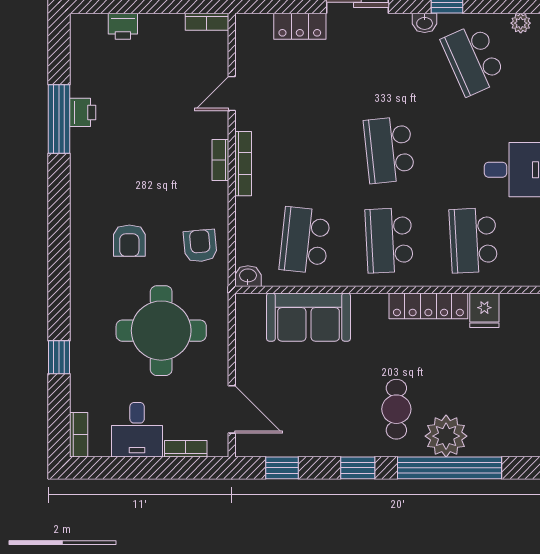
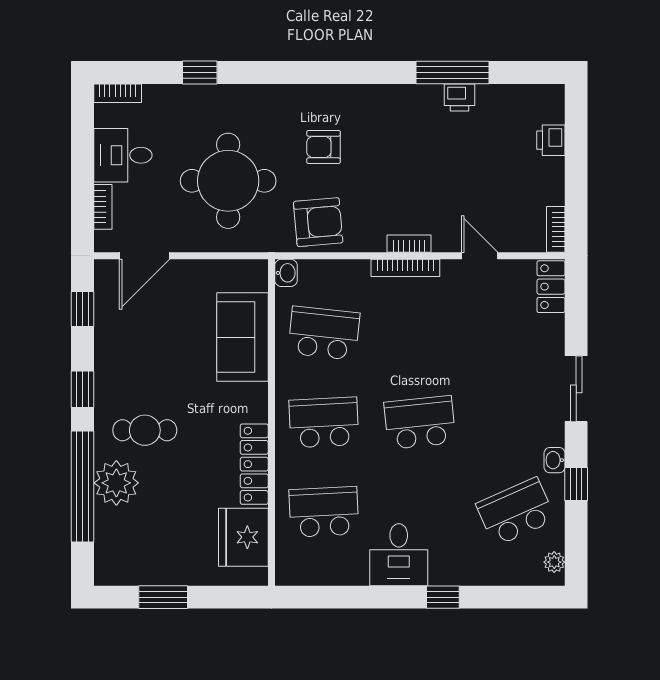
locker: (300, 26) -> (551, 287), moved
armchair: (200, 246) -> (318, 222), width x1.38, depth x1.38
fridge: (484, 310) -> (243, 537), width x1.88, depth x1.34

